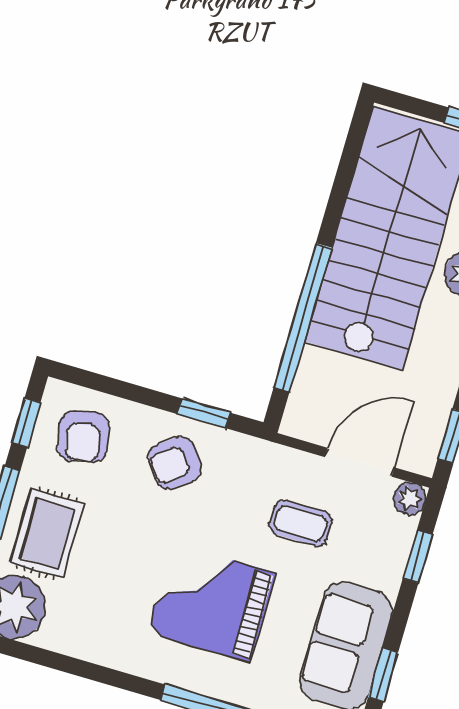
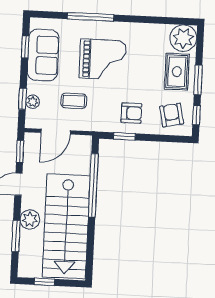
armchair: (175, 463) -> (131, 113), turned 37
plant: (409, 499) -> (33, 102), moved

